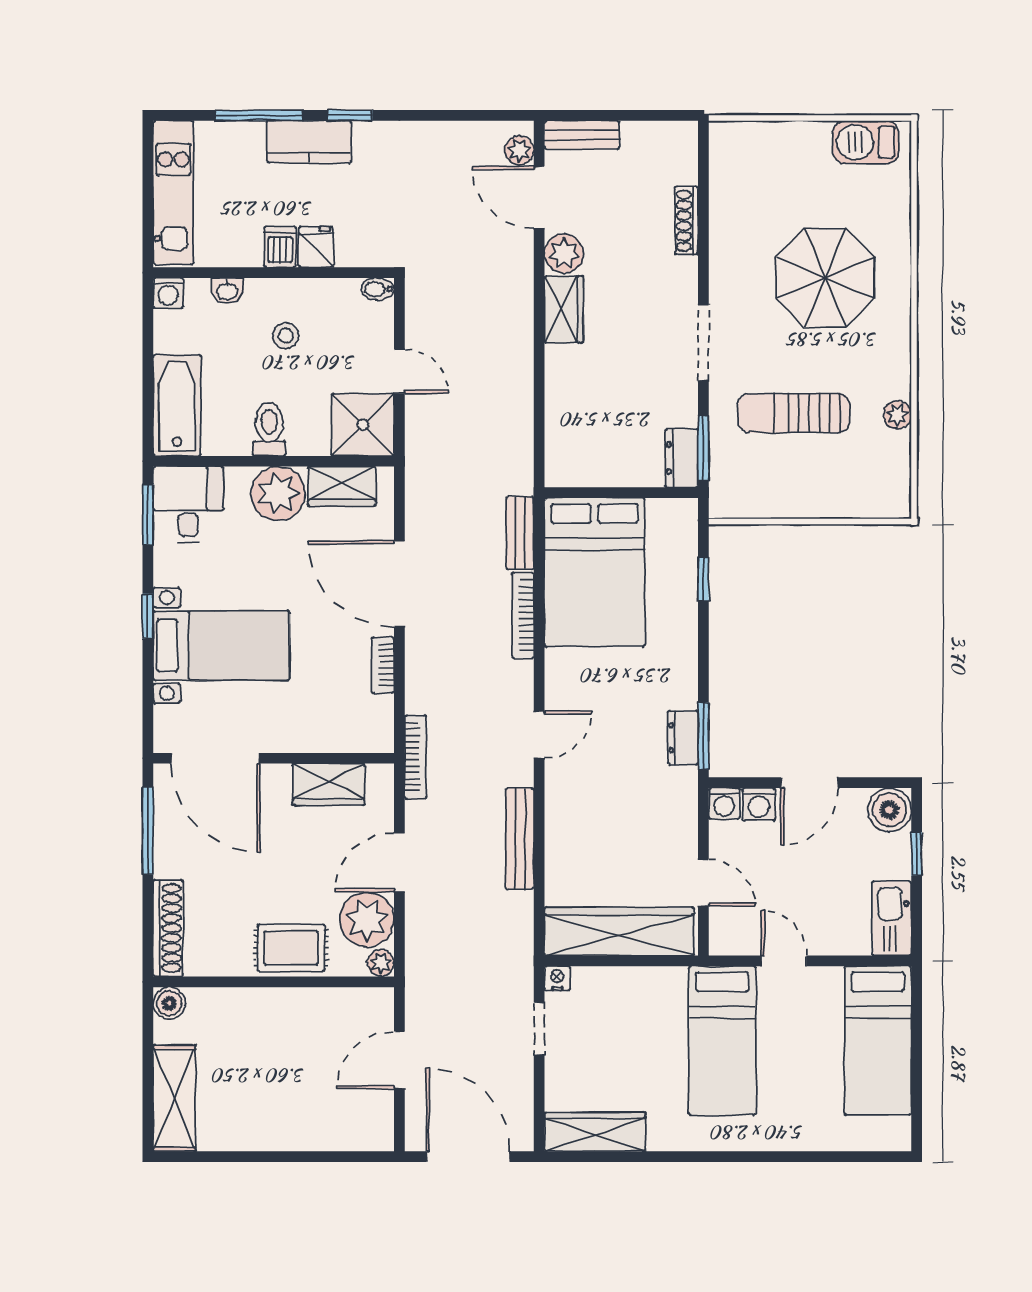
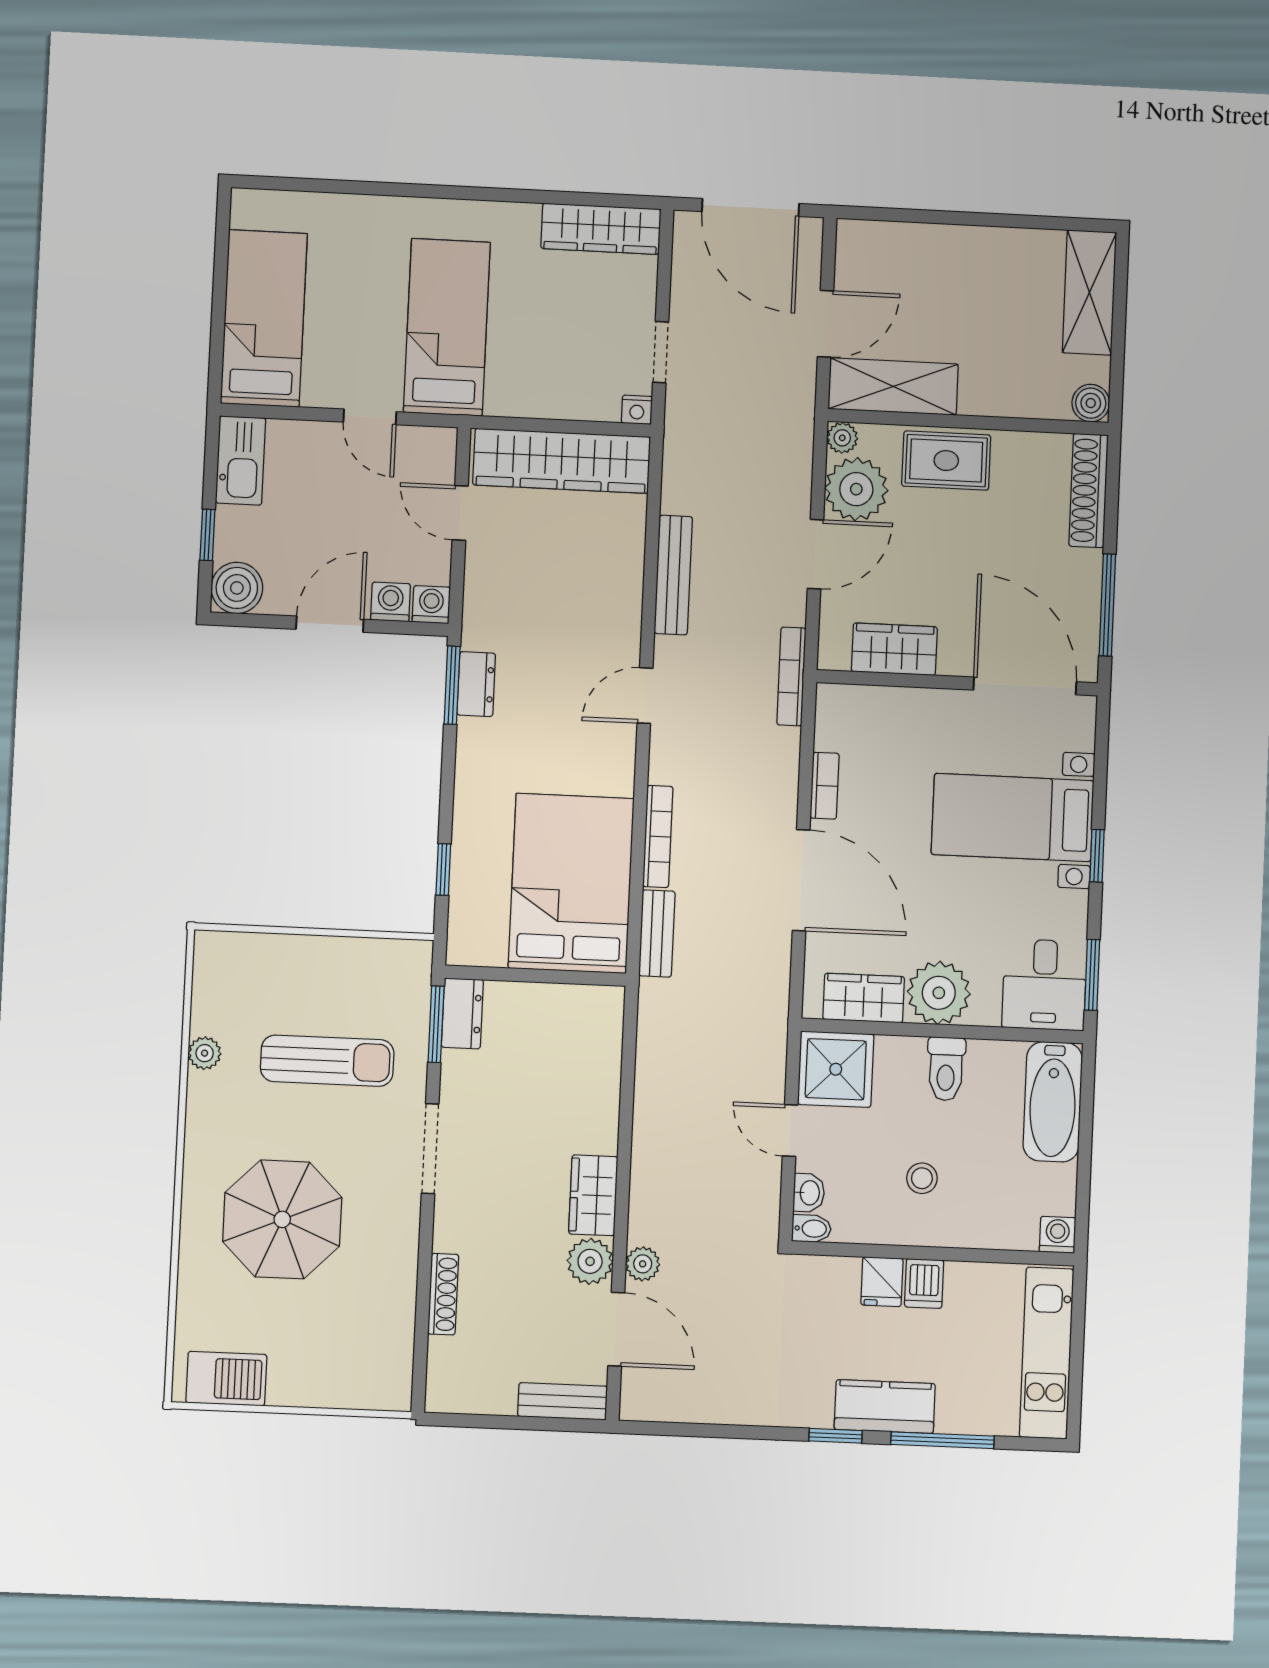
plant: (519, 150) -> (643, 1264), moved
washbasin: (227, 291) -> (809, 1193), moved, turned 90
shelving: (339, 1009) -> (893, 386), added

